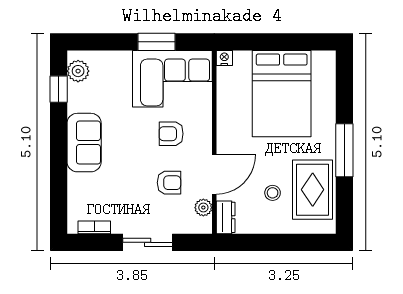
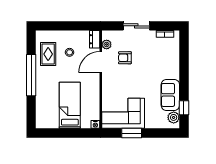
bed: (282, 94) -> (70, 105), width x0.67
armchair: (171, 134) -> (124, 84), removed
sofa: (84, 143) -> (170, 95), moved
window: (344, 150) -> (31, 75), width x1.46
rug: (313, 190) -> (48, 54), width x0.73, depth x0.70

